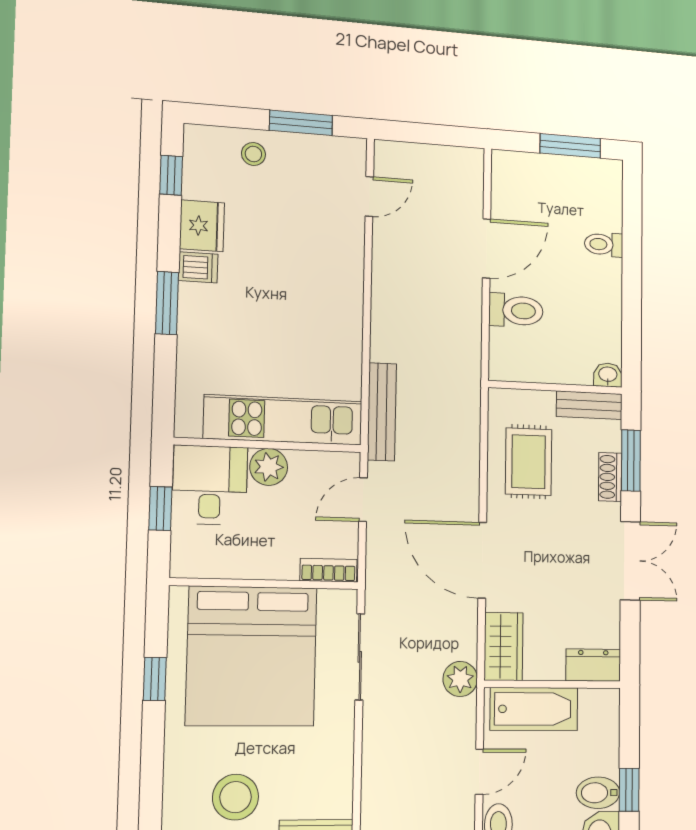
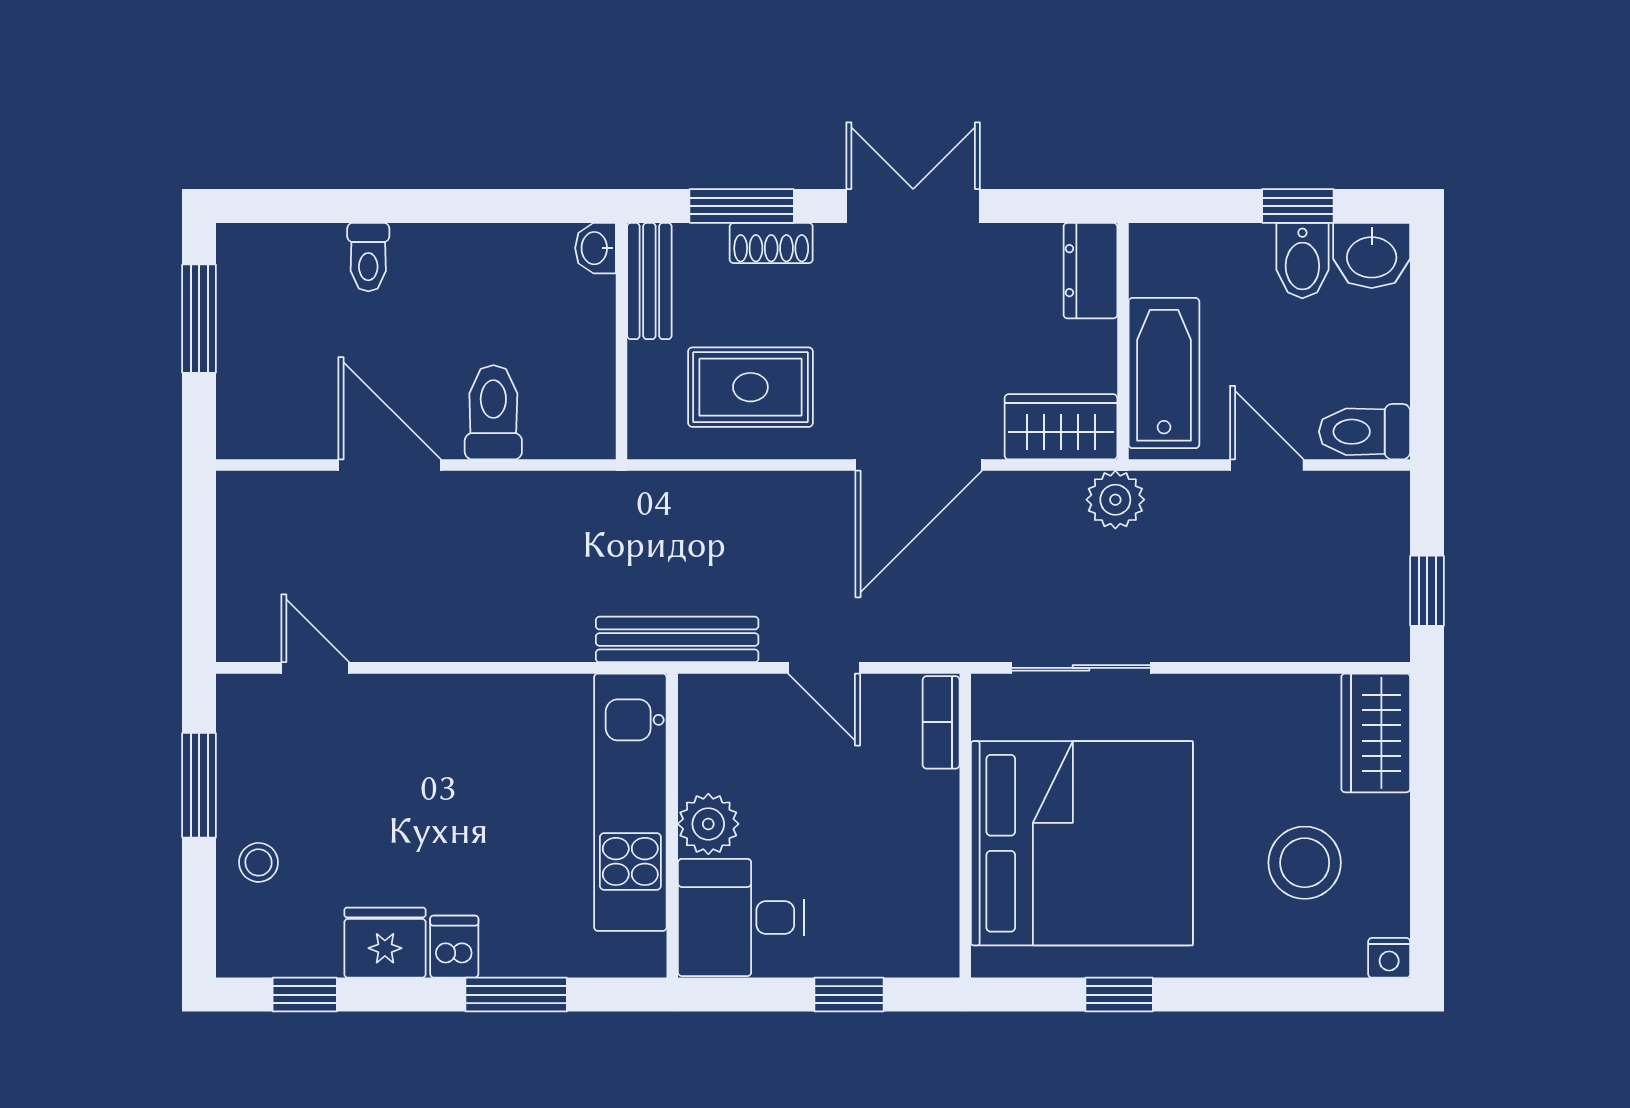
kitchen unit: (283, 420) -> (630, 802), moved
wall: (268, 445) -> (672, 826), moved
plant: (269, 467) -> (708, 824), moved
desk: (210, 485) -> (741, 918), moved

